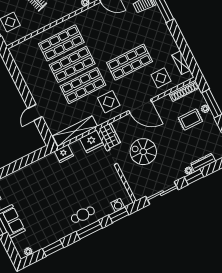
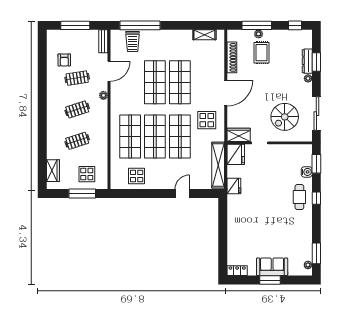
shop shelf: (119, 41) -> (155, 82), added
display table: (161, 78) -> (137, 176), moved
shoe rack: (184, 91) -> (232, 57), moved
door: (35, 112) -> (182, 194), swing flipped
spiral stairs: (143, 152) -> (285, 117), moved
window: (194, 177) -> (316, 62), moved
water cooler: (118, 205) -> (307, 172), moved
window: (89, 230) -> (316, 198), width x0.46
window: (53, 248) -> (316, 253), moved

